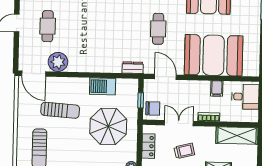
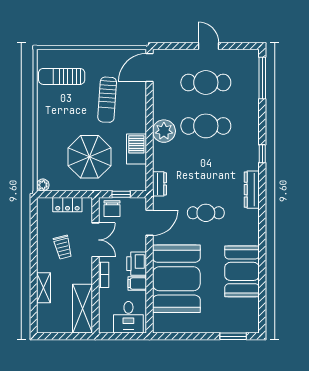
cafe table: (48, 26) -> (206, 82), width x1.37, depth x1.35
cafe table: (84, 27) -> (206, 126), added
plant: (58, 62) -> (164, 131), moved
printer: (200, 89) -> (137, 264), added

